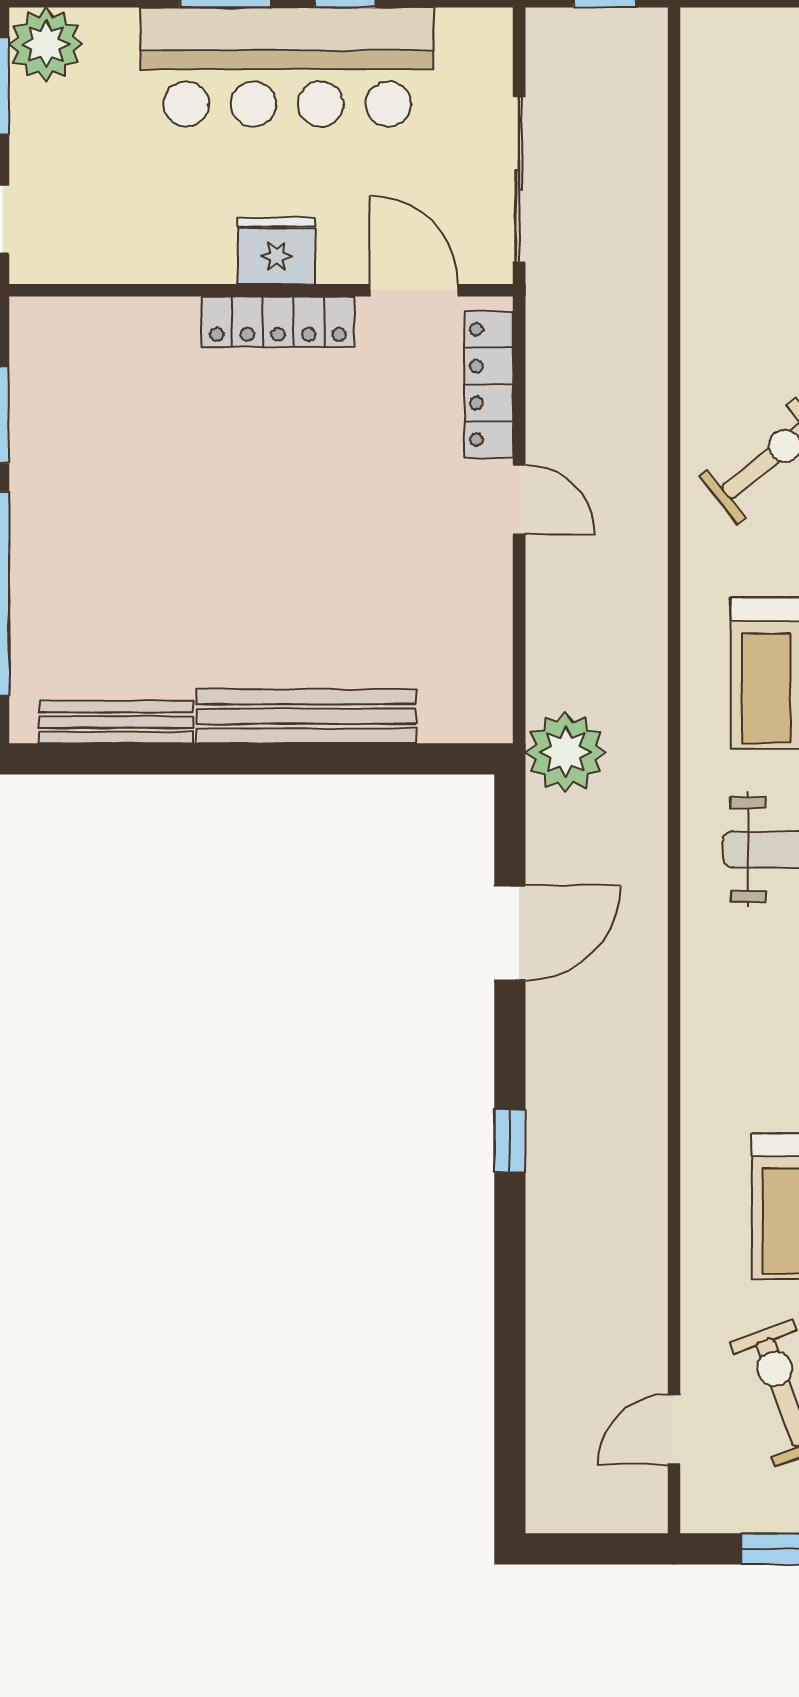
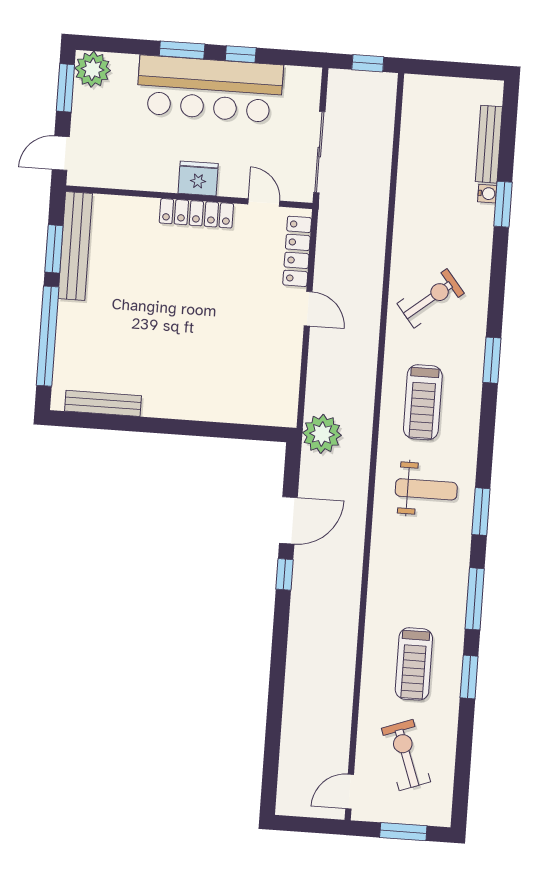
door: (414, 290) -> (264, 203), width x0.73
bench: (307, 716) -> (75, 246), moved, turned 90
window: (510, 1141) -> (284, 574), moved
door: (674, 1430) -> (350, 792), moved

